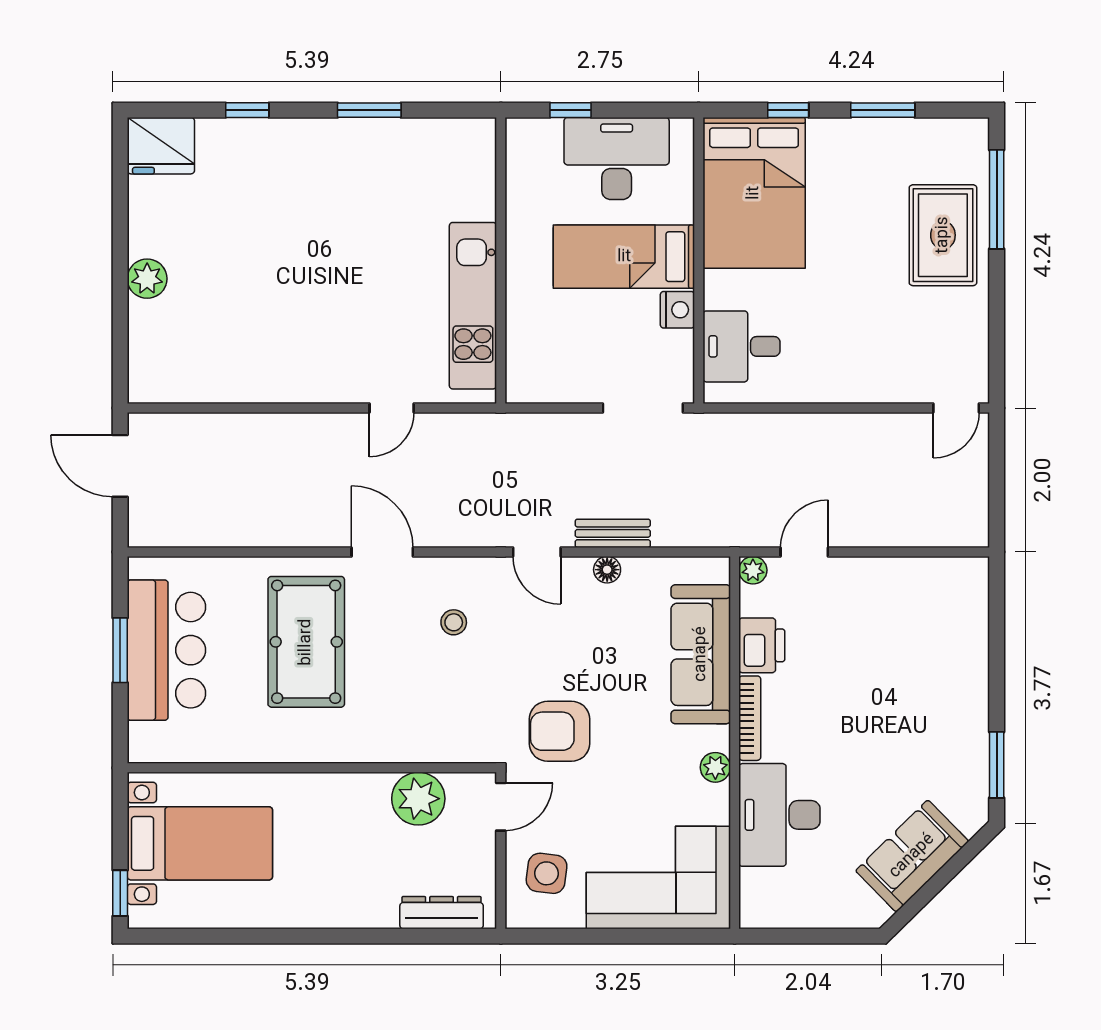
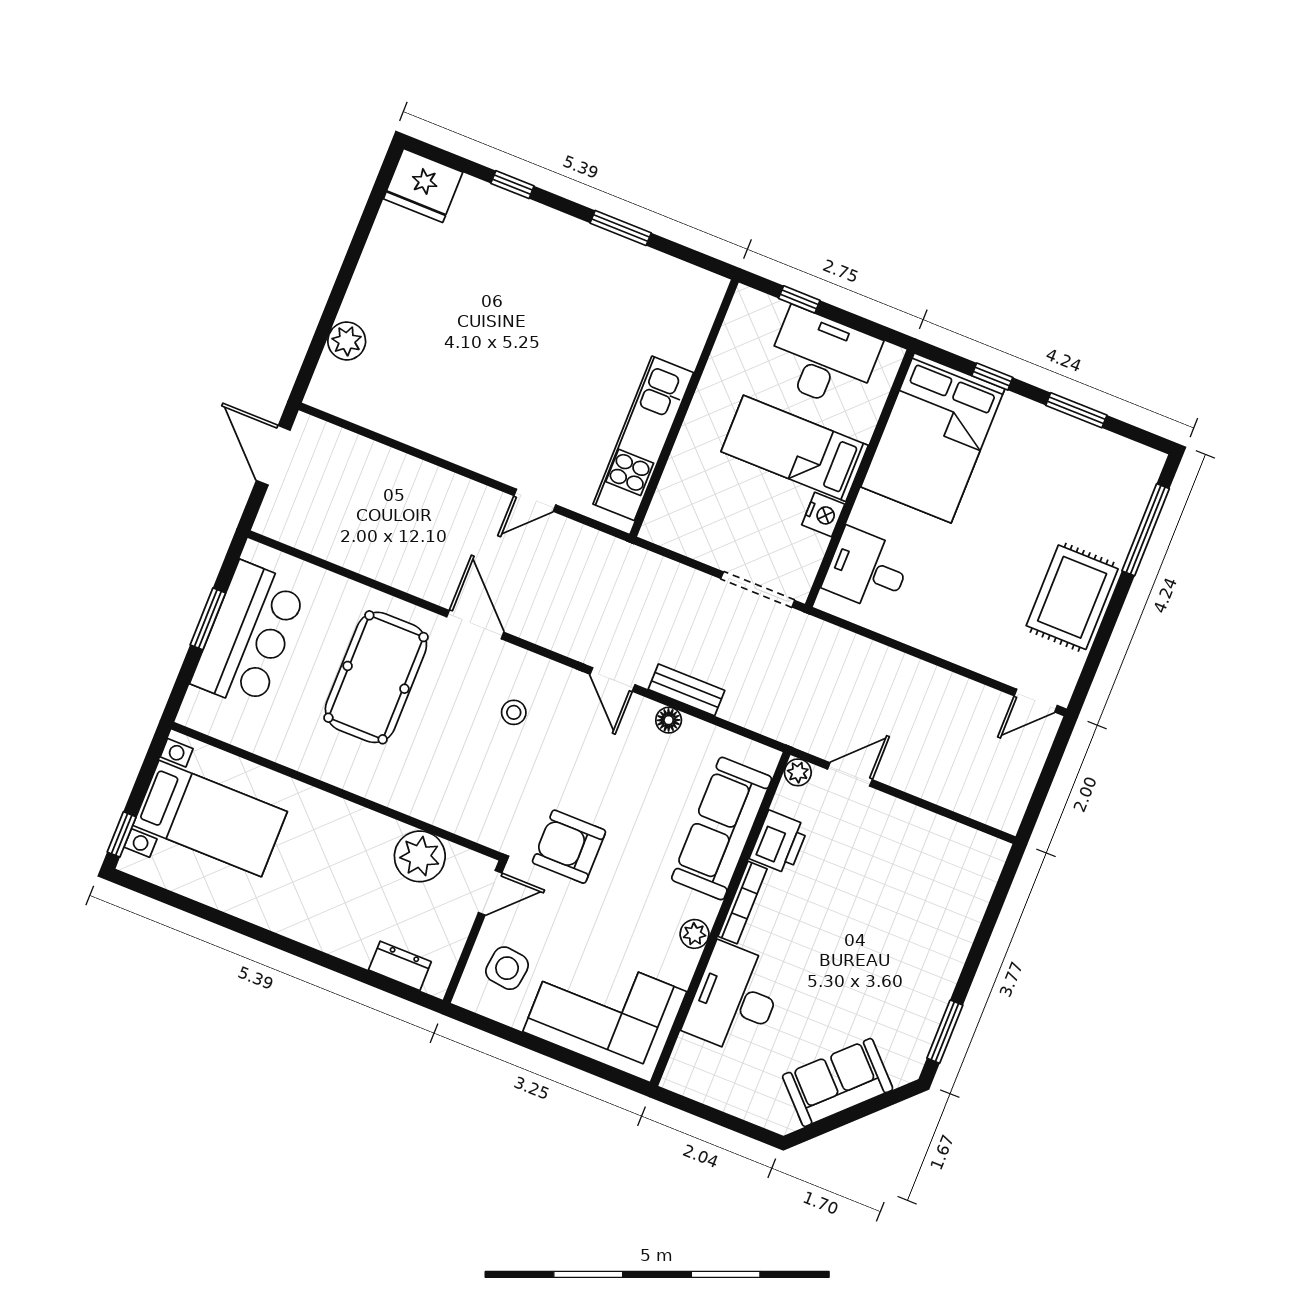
rug: (943, 235) -> (1072, 597), moved
plant: (147, 279) -> (347, 341), moved
dresser: (442, 913) -> (400, 966), width x0.70

